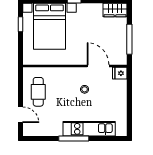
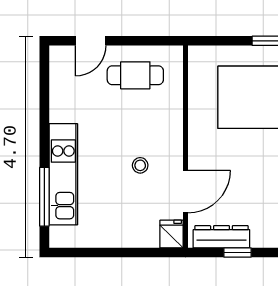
window: (129, 39) -> (238, 252), width x0.46
dresser: (121, 47) -> (221, 237), added
window: (74, 139) -> (44, 197), moved

